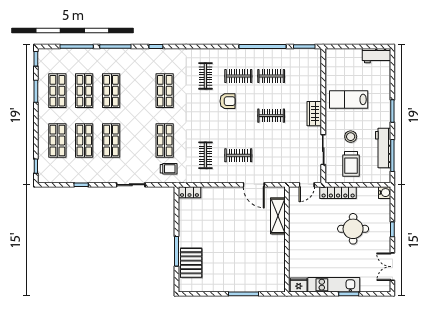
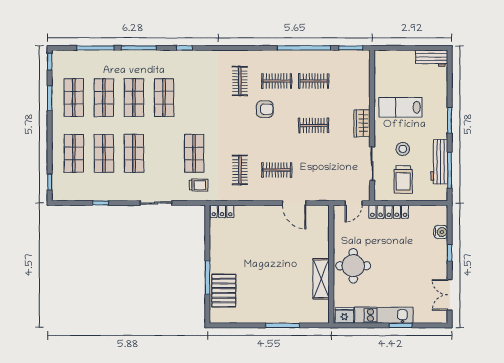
shop shelf: (165, 91) -> (164, 98), moved
water cooler: (385, 193) -> (441, 232), moved
shelving: (278, 216) -> (321, 279), moved
round table: (353, 229) -> (353, 266), moved

